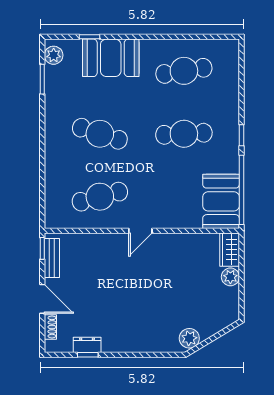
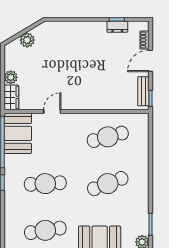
cafe table: (100, 134) -> (108, 184), turned -39
door: (140, 231) -> (52, 112), moved
door: (42, 299) -> (151, 61), hinge flipped
plant: (189, 338) -> (27, 40), moved

